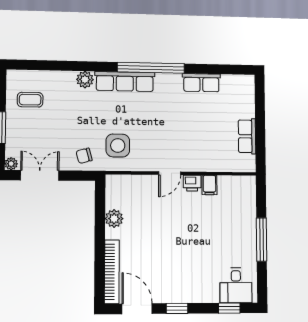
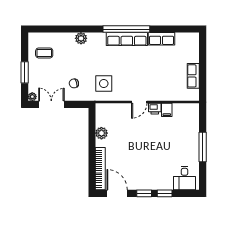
row of seats: (125, 81) -> (127, 39), moved
chair: (84, 156) -> (74, 83), moved
window: (229, 308) -> (165, 193), moved

